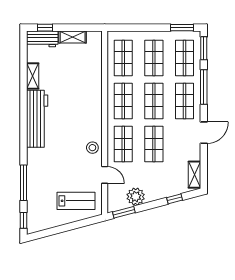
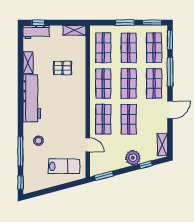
window: (149, 28) -> (125, 23), added
shelving: (73, 37) -> (74, 30), moved
pallet: (74, 82) -> (63, 68), added
stool: (92, 148) -> (38, 141), moved
plant: (136, 197) -> (133, 158), moved

